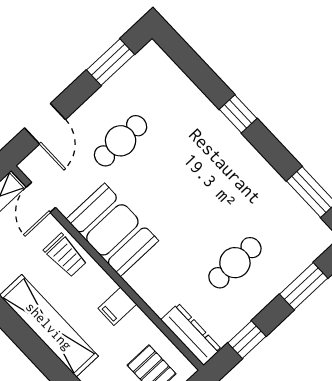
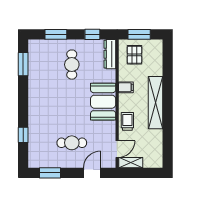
window: (238, 114) -> (23, 135), moved
booth: (112, 230) -> (103, 102), moved
cafe table: (235, 263) -> (72, 65), turned 90

